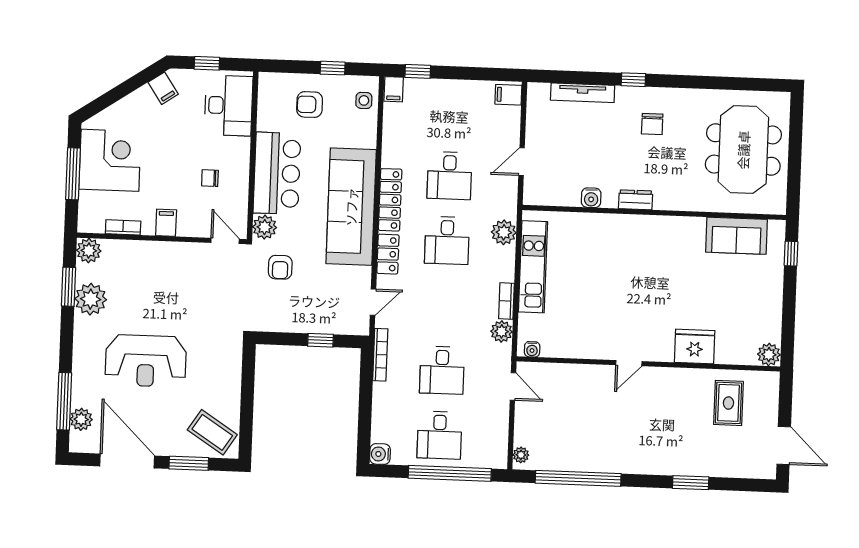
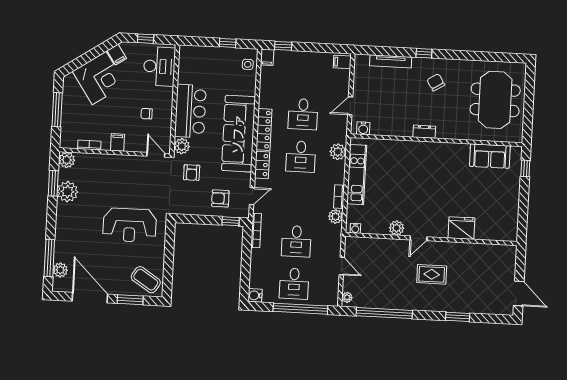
armchair: (310, 105) -> (220, 198), moved
chair: (652, 124) -> (436, 82), turned 148
corner desk: (110, 160) -> (99, 78), moved, turned 56
water cooler: (591, 198) -> (363, 128), moved
window: (320, 340) -> (231, 221), moved
plant: (769, 355) -> (397, 228), moved
reception desk: (146, 361) -> (130, 225), moved
door: (513, 386) -> (342, 266), moved
rug: (728, 403) -> (432, 274), moved, turned 90

